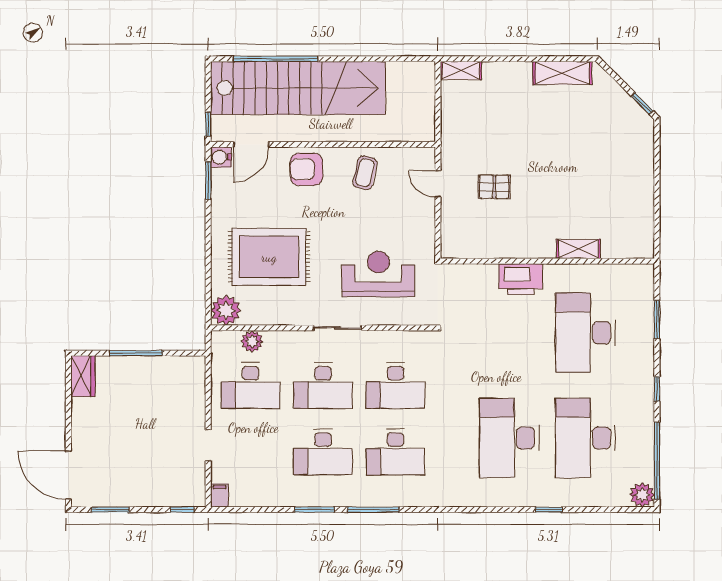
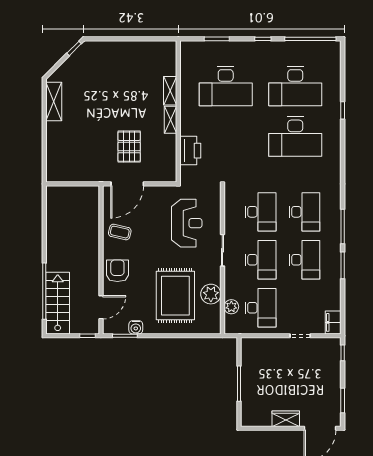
shelving: (461, 71) -> (171, 120), moved
stairs: (298, 88) -> (58, 303), width x0.54, depth x0.66
door: (251, 144) -> (101, 307), hinge flipped
water cooler: (221, 157) -> (136, 327), moved
armchair: (306, 169) -> (117, 271), turned 180
door: (438, 184) -> (127, 184), width x1.88
pallet: (494, 187) -> (129, 147), width x1.50, depth x1.42
reception desk: (378, 274) -> (187, 223), turned 180
printer: (521, 279) -> (190, 151), moved
plant: (226, 310) -> (211, 294), moved
wardrobe: (83, 376) -> (286, 419), moved
filing cabinet: (220, 495) -> (333, 322), width x2.00
plant: (642, 495) -> (333, 49), removed

